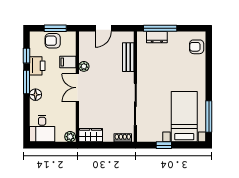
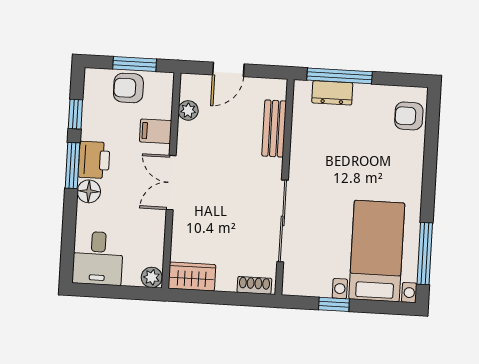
printer: (37, 66) -> (94, 160), moved
plant: (84, 66) -> (188, 110), moved

